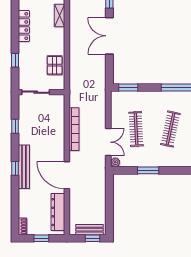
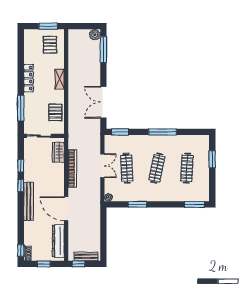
shelving: (59, 16) -> (60, 79), moved
double door: (109, 36) -> (103, 102), moved
window: (15, 60) -> (21, 108), width x2.17
wardrobe: (58, 111) -> (58, 152), added
double door: (108, 142) -> (102, 166), moved
window: (15, 168) -> (21, 185), moved
window: (15, 223) -> (21, 250), added
window: (93, 238) -> (78, 264), moved

